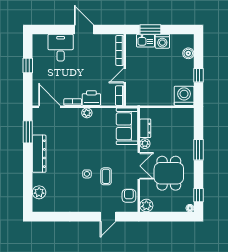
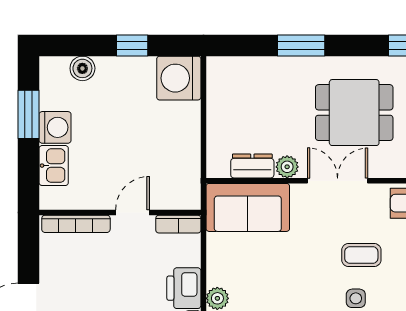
window: (150, 30) -> (29, 114), moved
door: (125, 75) -> (133, 212), swing flipped

